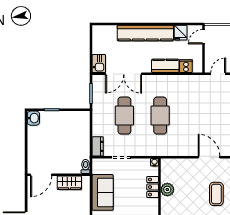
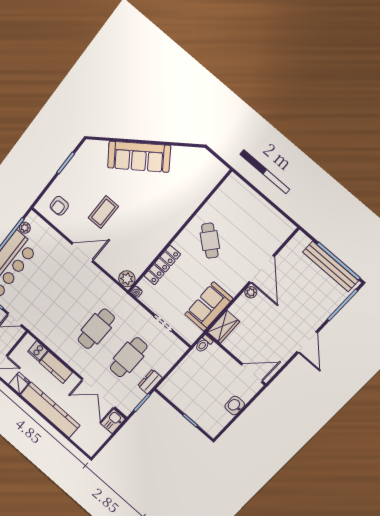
double door: (124, 74) -> (98, 393), swing flipped
washbasin: (33, 118) -> (235, 405), moved
dresser: (98, 146) -> (150, 382), moved
door: (209, 157) -> (83, 252), swing flipped
wardrobe: (69, 183) -> (224, 327), moved, turned 90
locker: (153, 187) -> (162, 265), width x1.53
plant: (167, 190) -> (127, 279), moved

